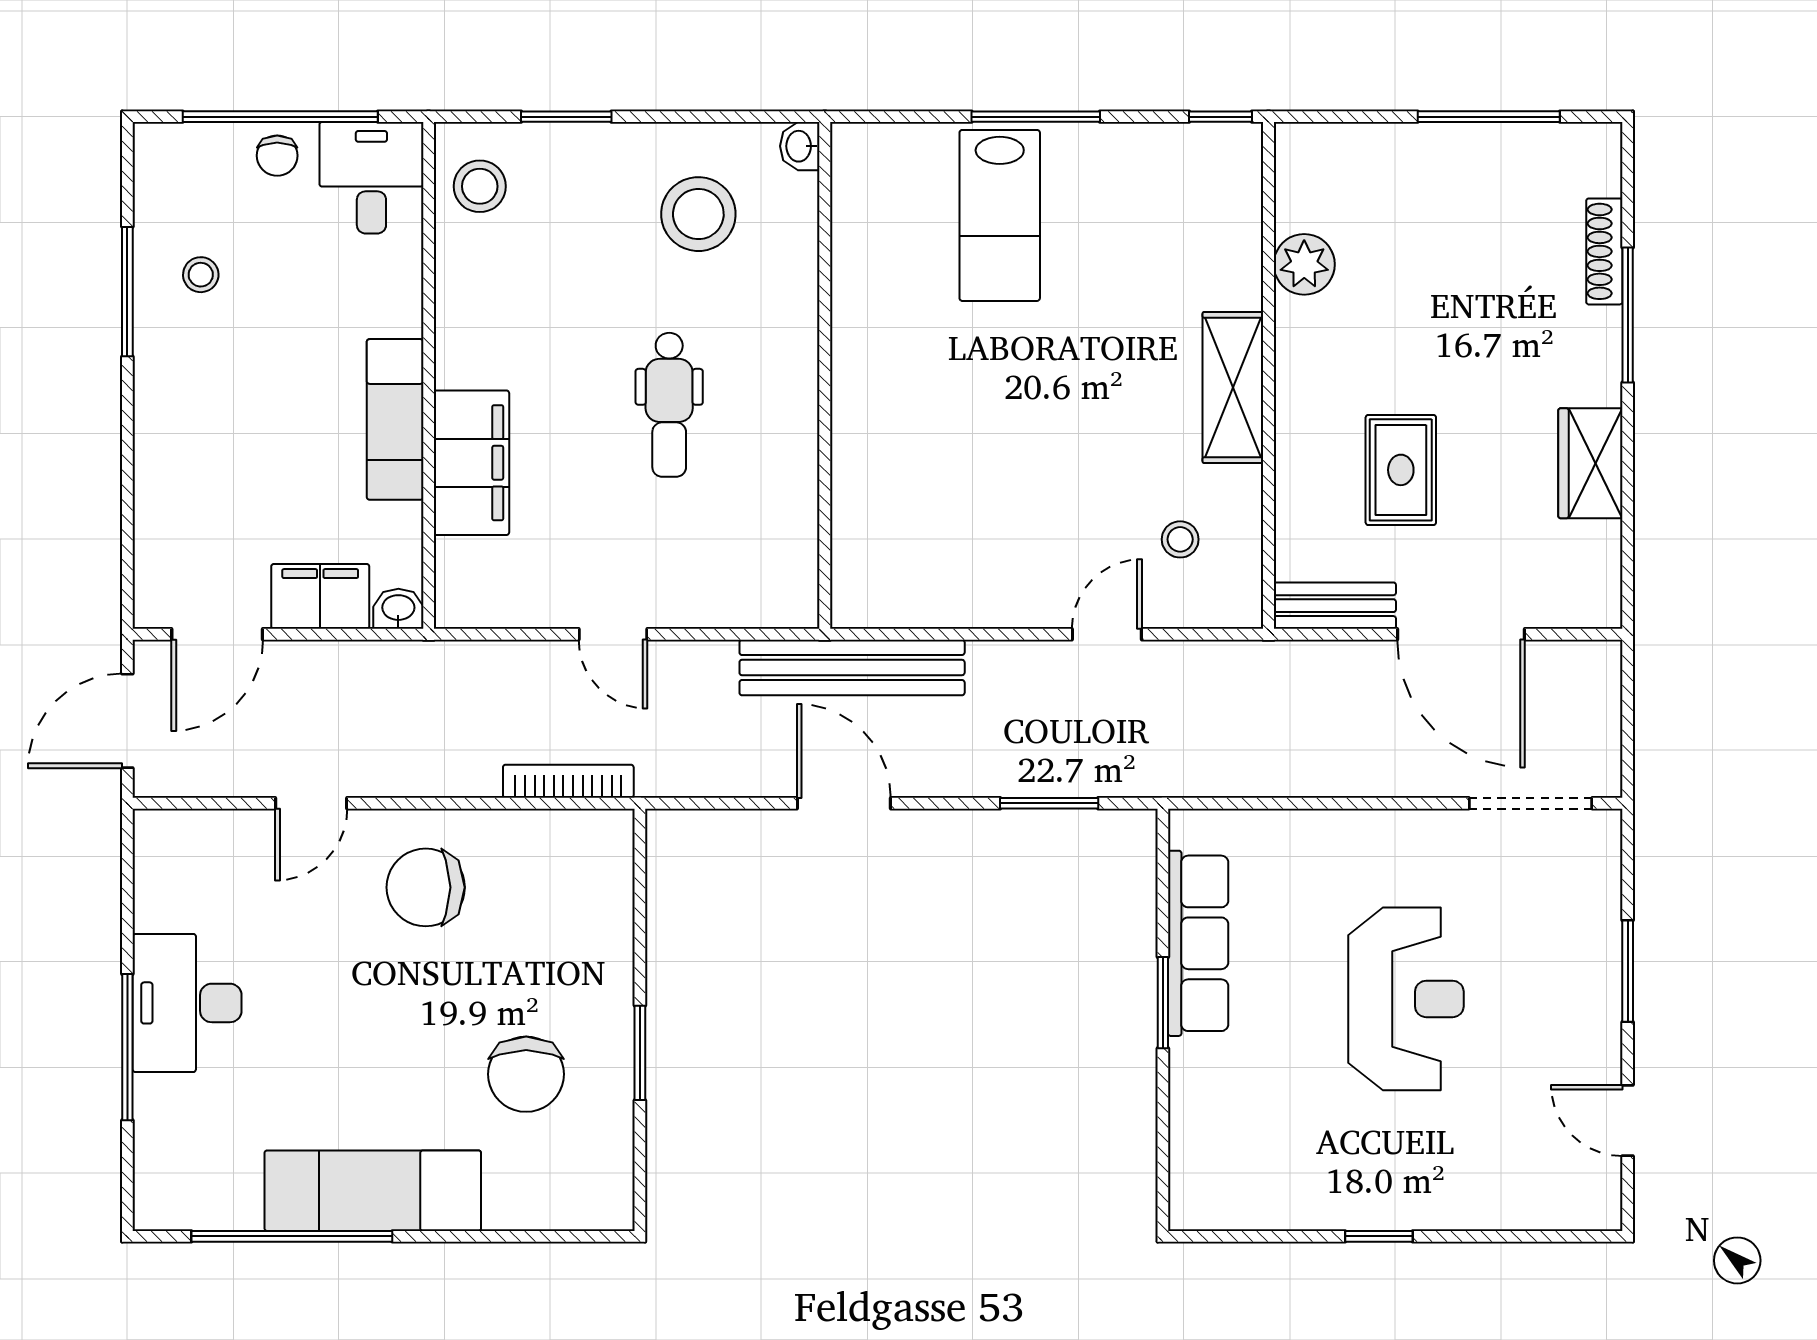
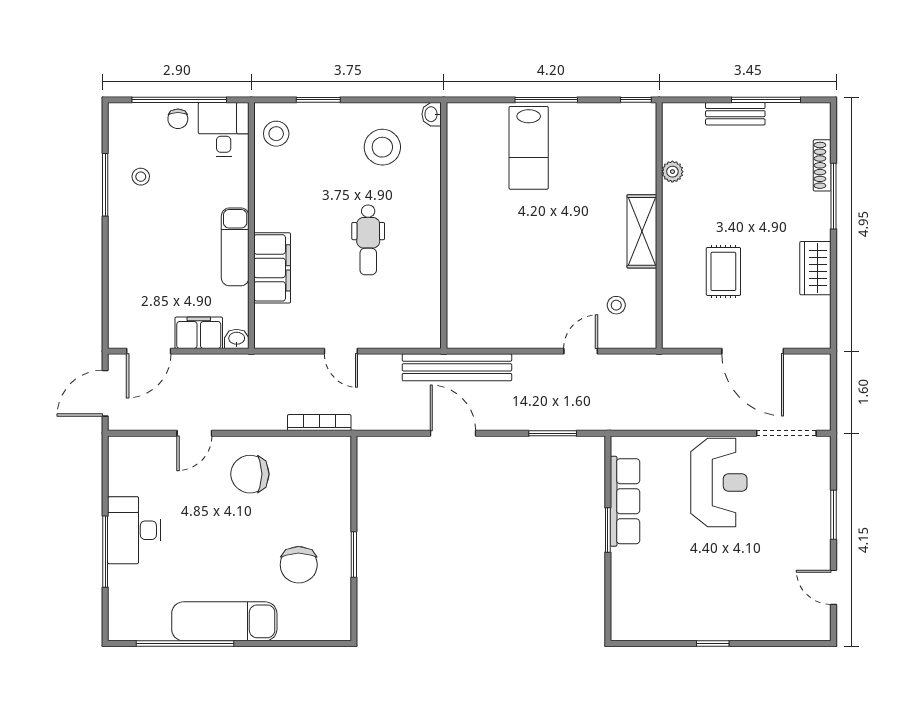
plant: (1304, 264) -> (672, 172), width x0.73, depth x0.73
bench: (1335, 606) -> (735, 114), moved
reception desk: (1406, 999) -> (719, 482), moved

